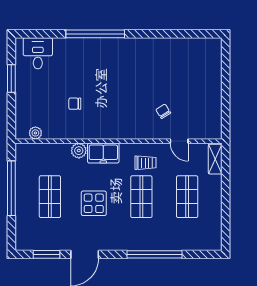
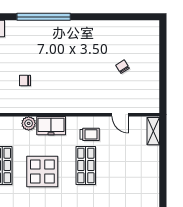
chair: (163, 111) -> (123, 67), moved
shop shelf: (187, 197) -> (128, 165), removed
display table: (94, 203) -> (42, 172), width x1.36, depth x1.36

